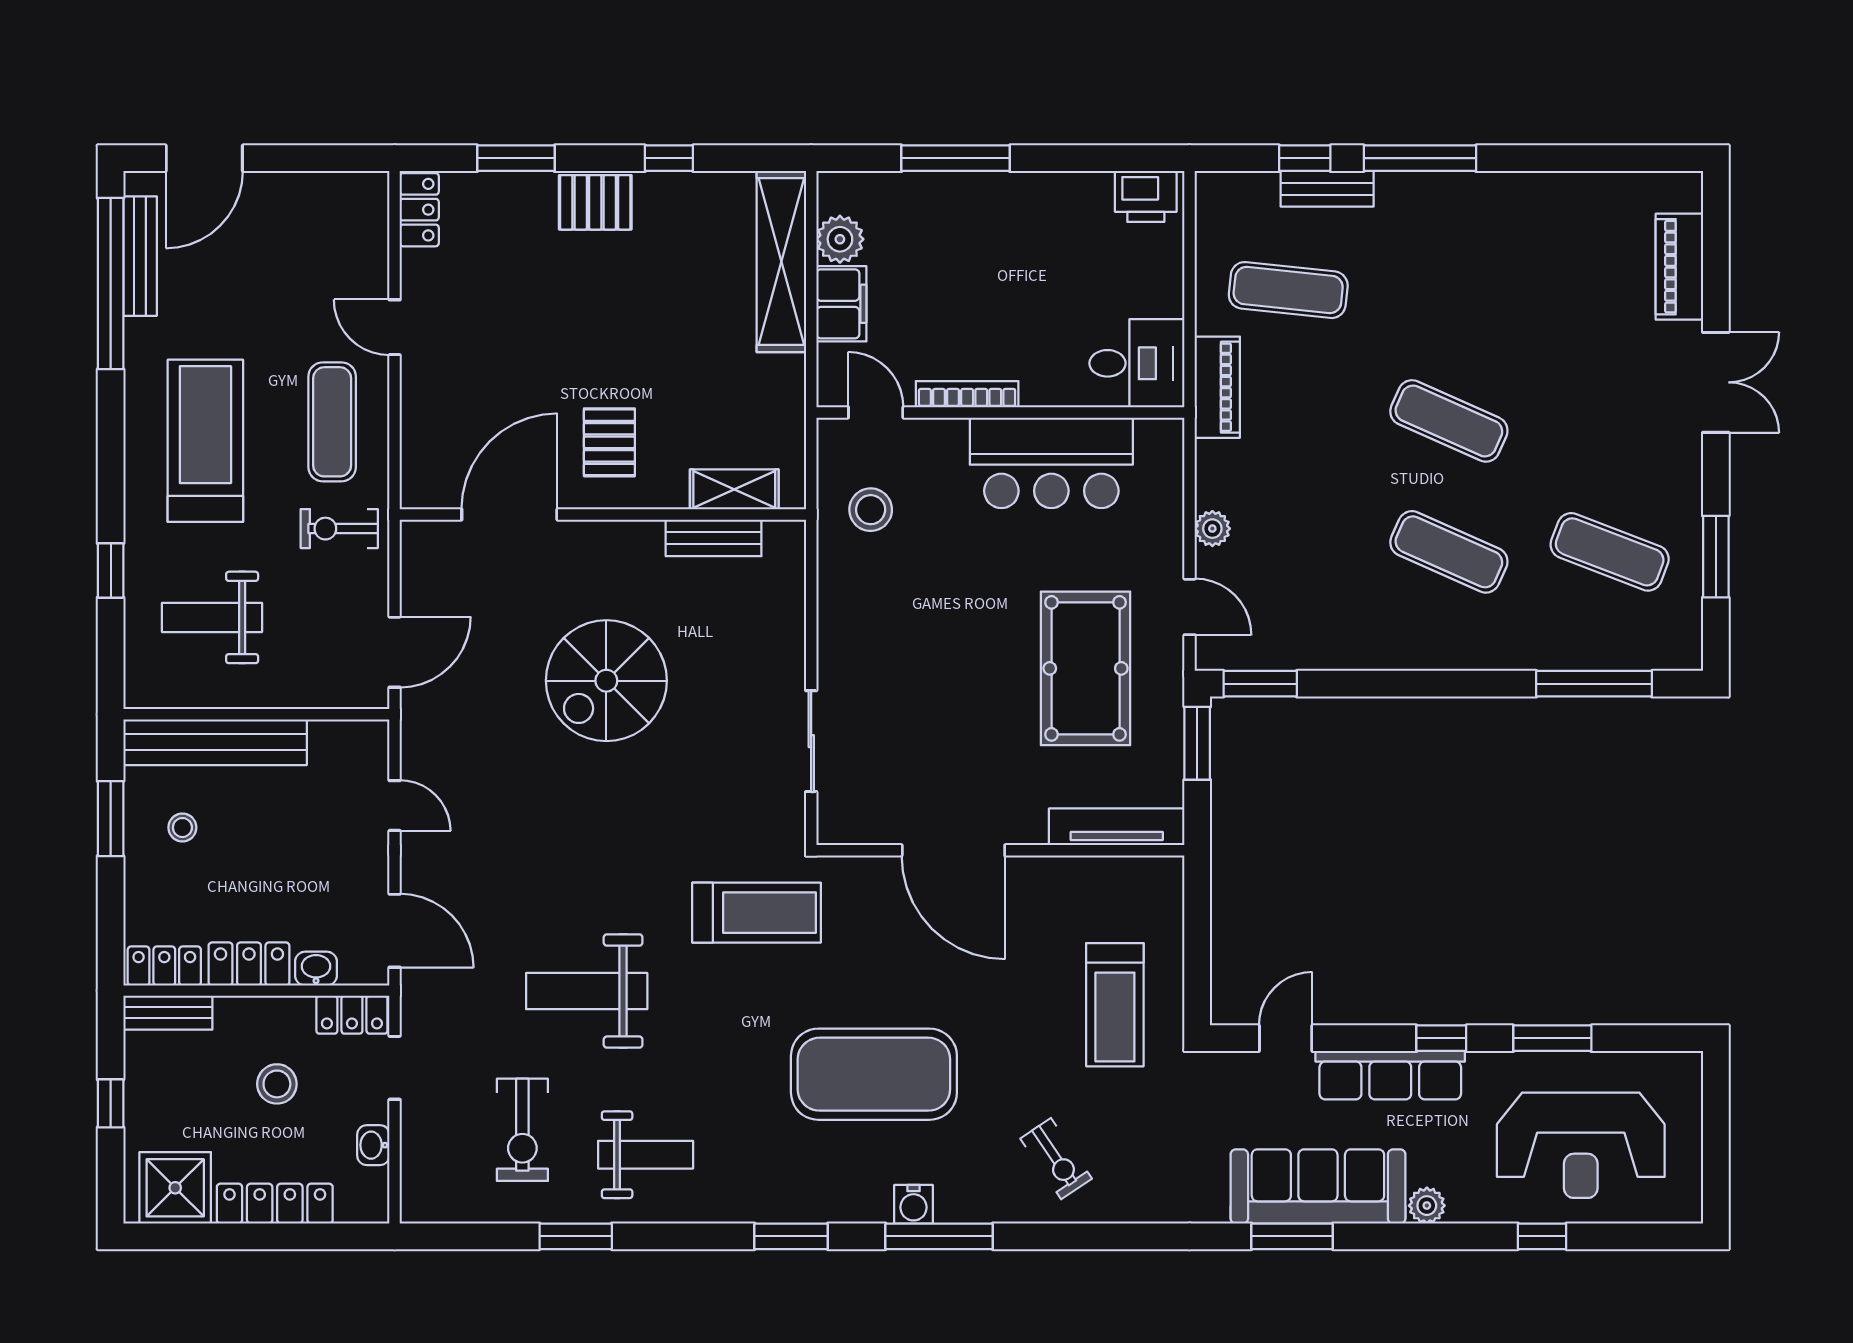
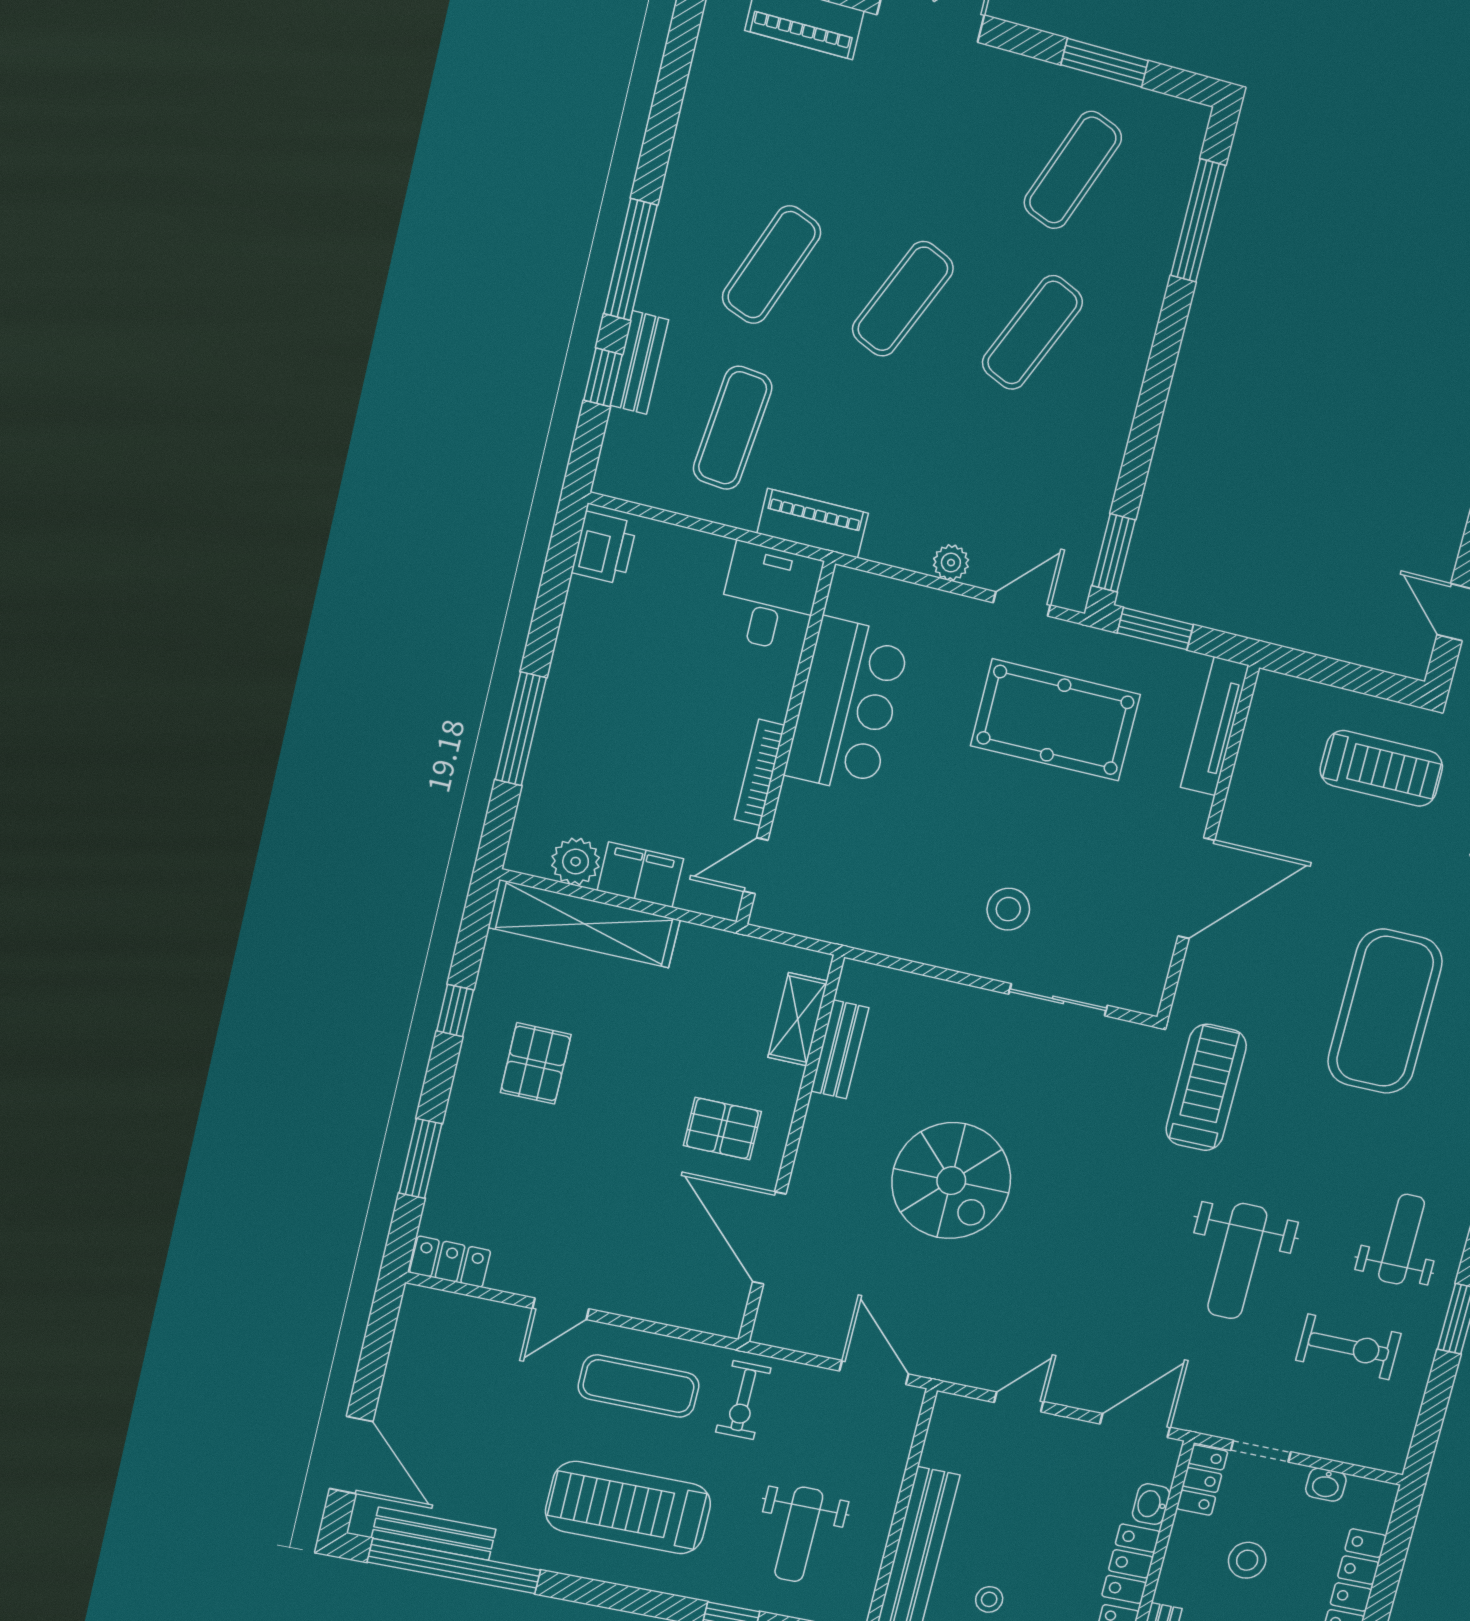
pallet: (595, 202) -> (536, 1063), moved
exercise mat: (1449, 290) -> (772, 265), added
stool: (871, 510) -> (1008, 909), moved

